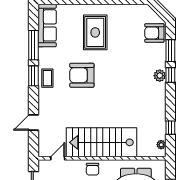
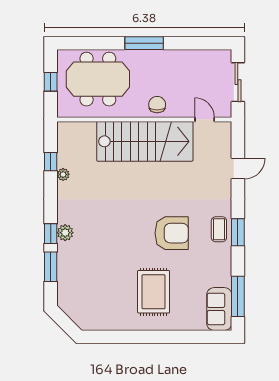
sofa: (47, 25) -> (219, 309), width x0.73
armchair: (154, 33) -> (73, 291), removed
window: (33, 45) -> (238, 296), moved
plant: (161, 145) -> (63, 174), moved
door: (58, 158) -> (205, 119), swing flipped

